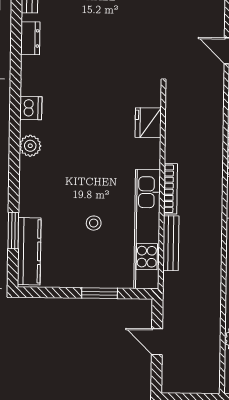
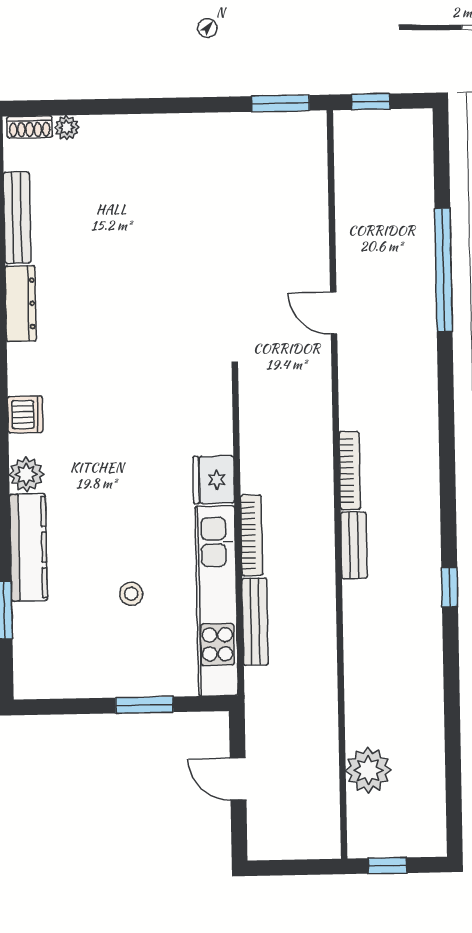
dresser: (30, 38) -> (21, 304), width x1.44
fridge: (148, 123) -> (214, 480), moved
kitchen counter: (29, 251) -> (28, 547), moved

